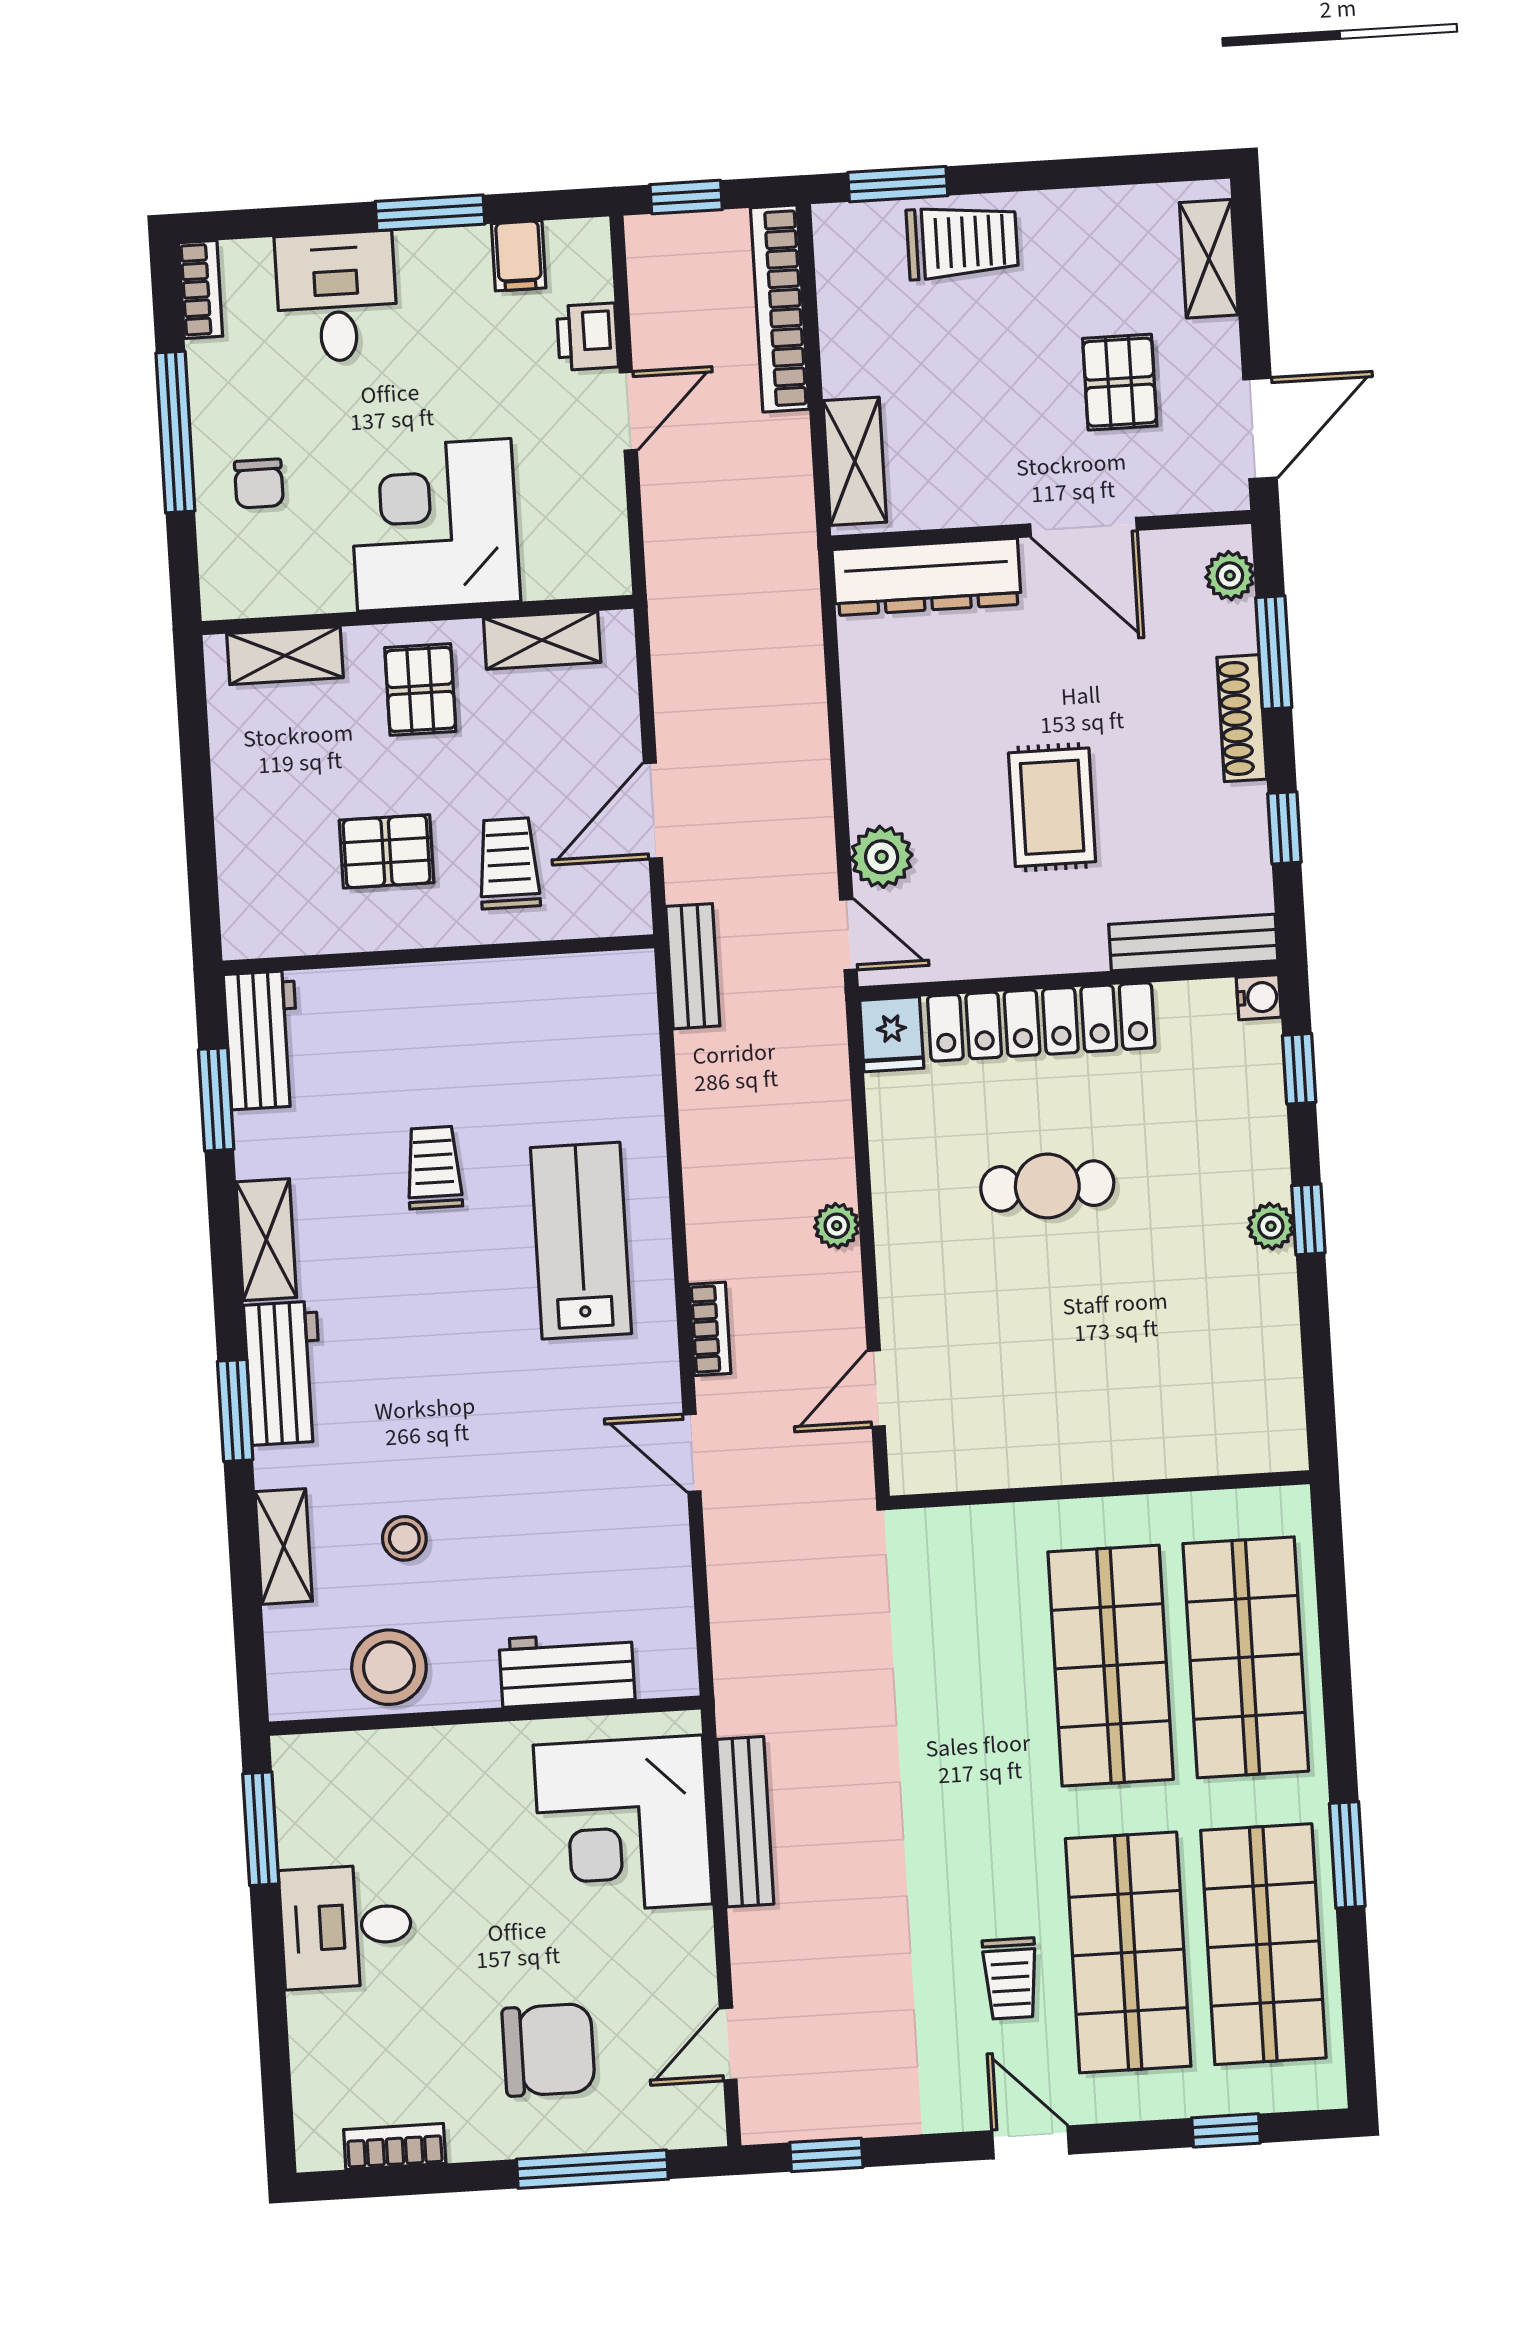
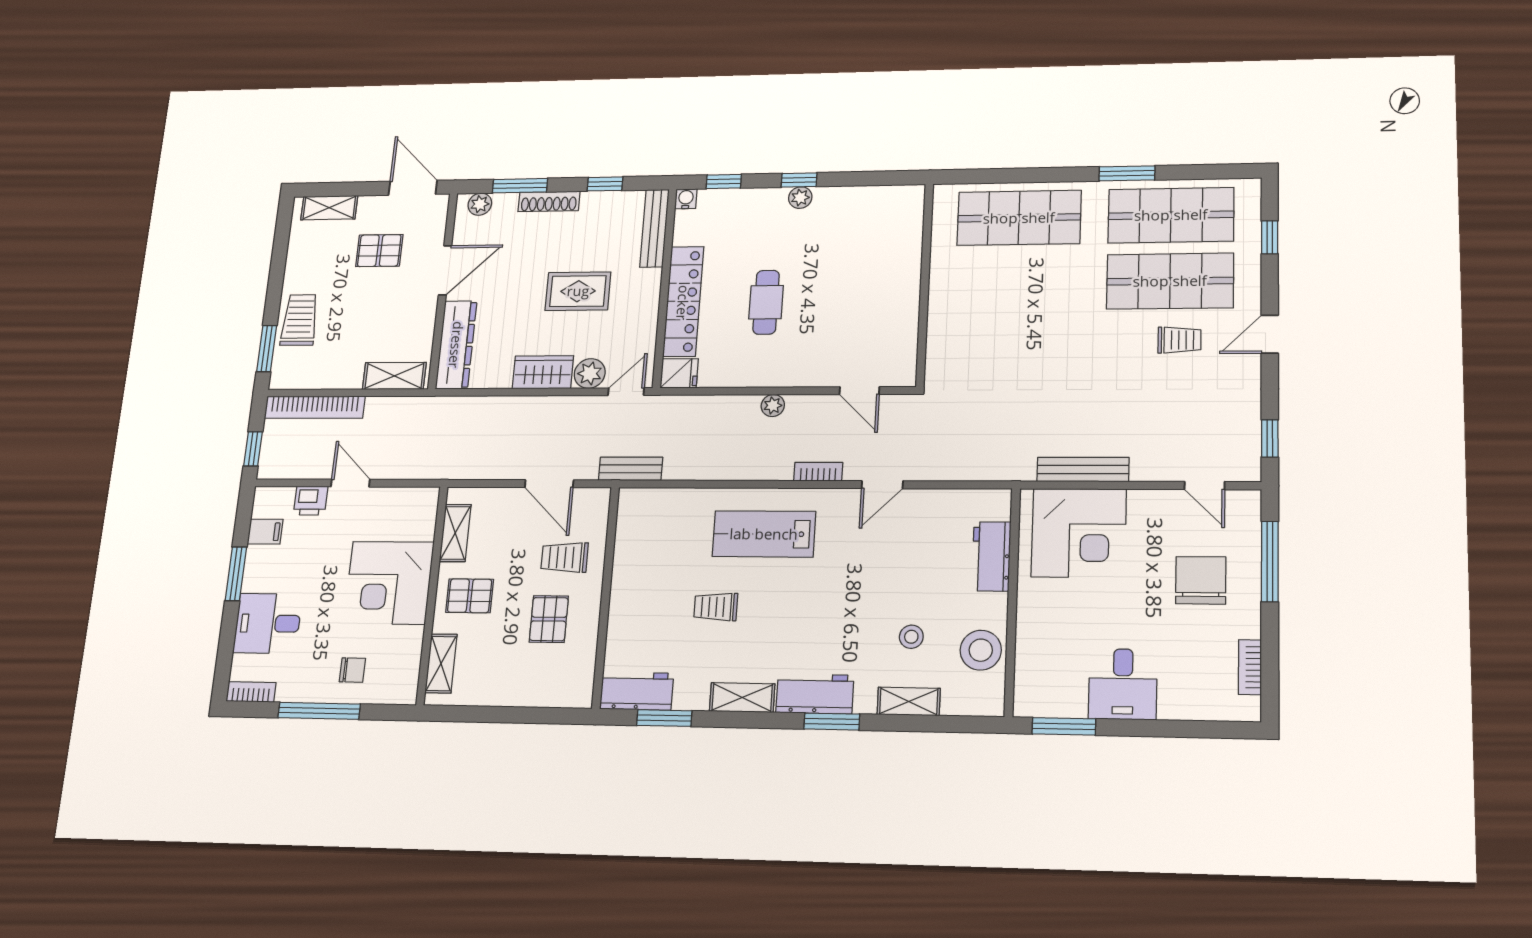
wardrobe: (879, 762) -> (543, 372), added
shop shelf: (1111, 1666) -> (1017, 283), removed

